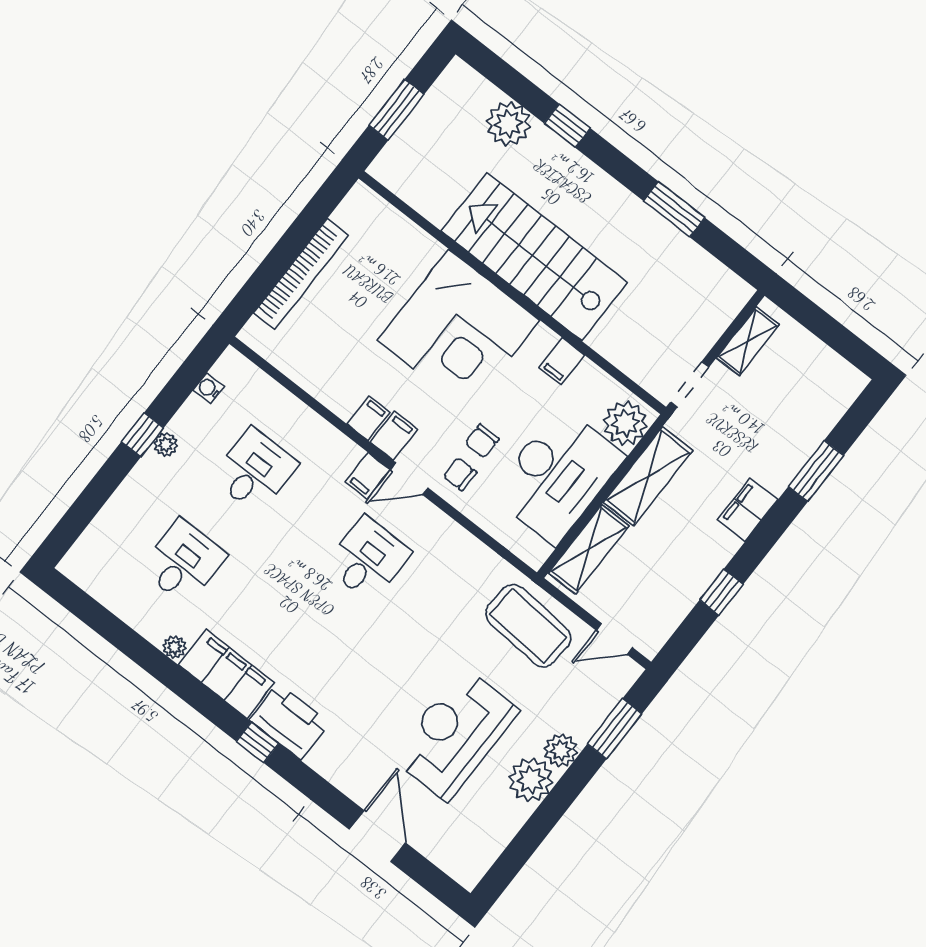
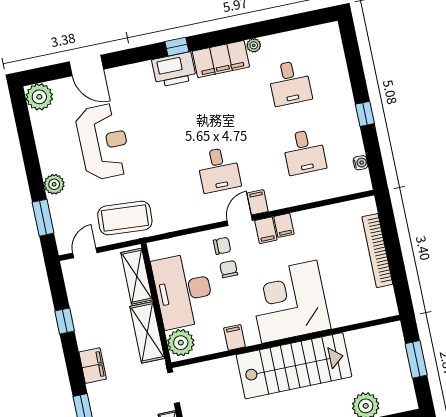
plant: (166, 444) -> (351, 121), removed
plant: (531, 780) -> (39, 97), moved

